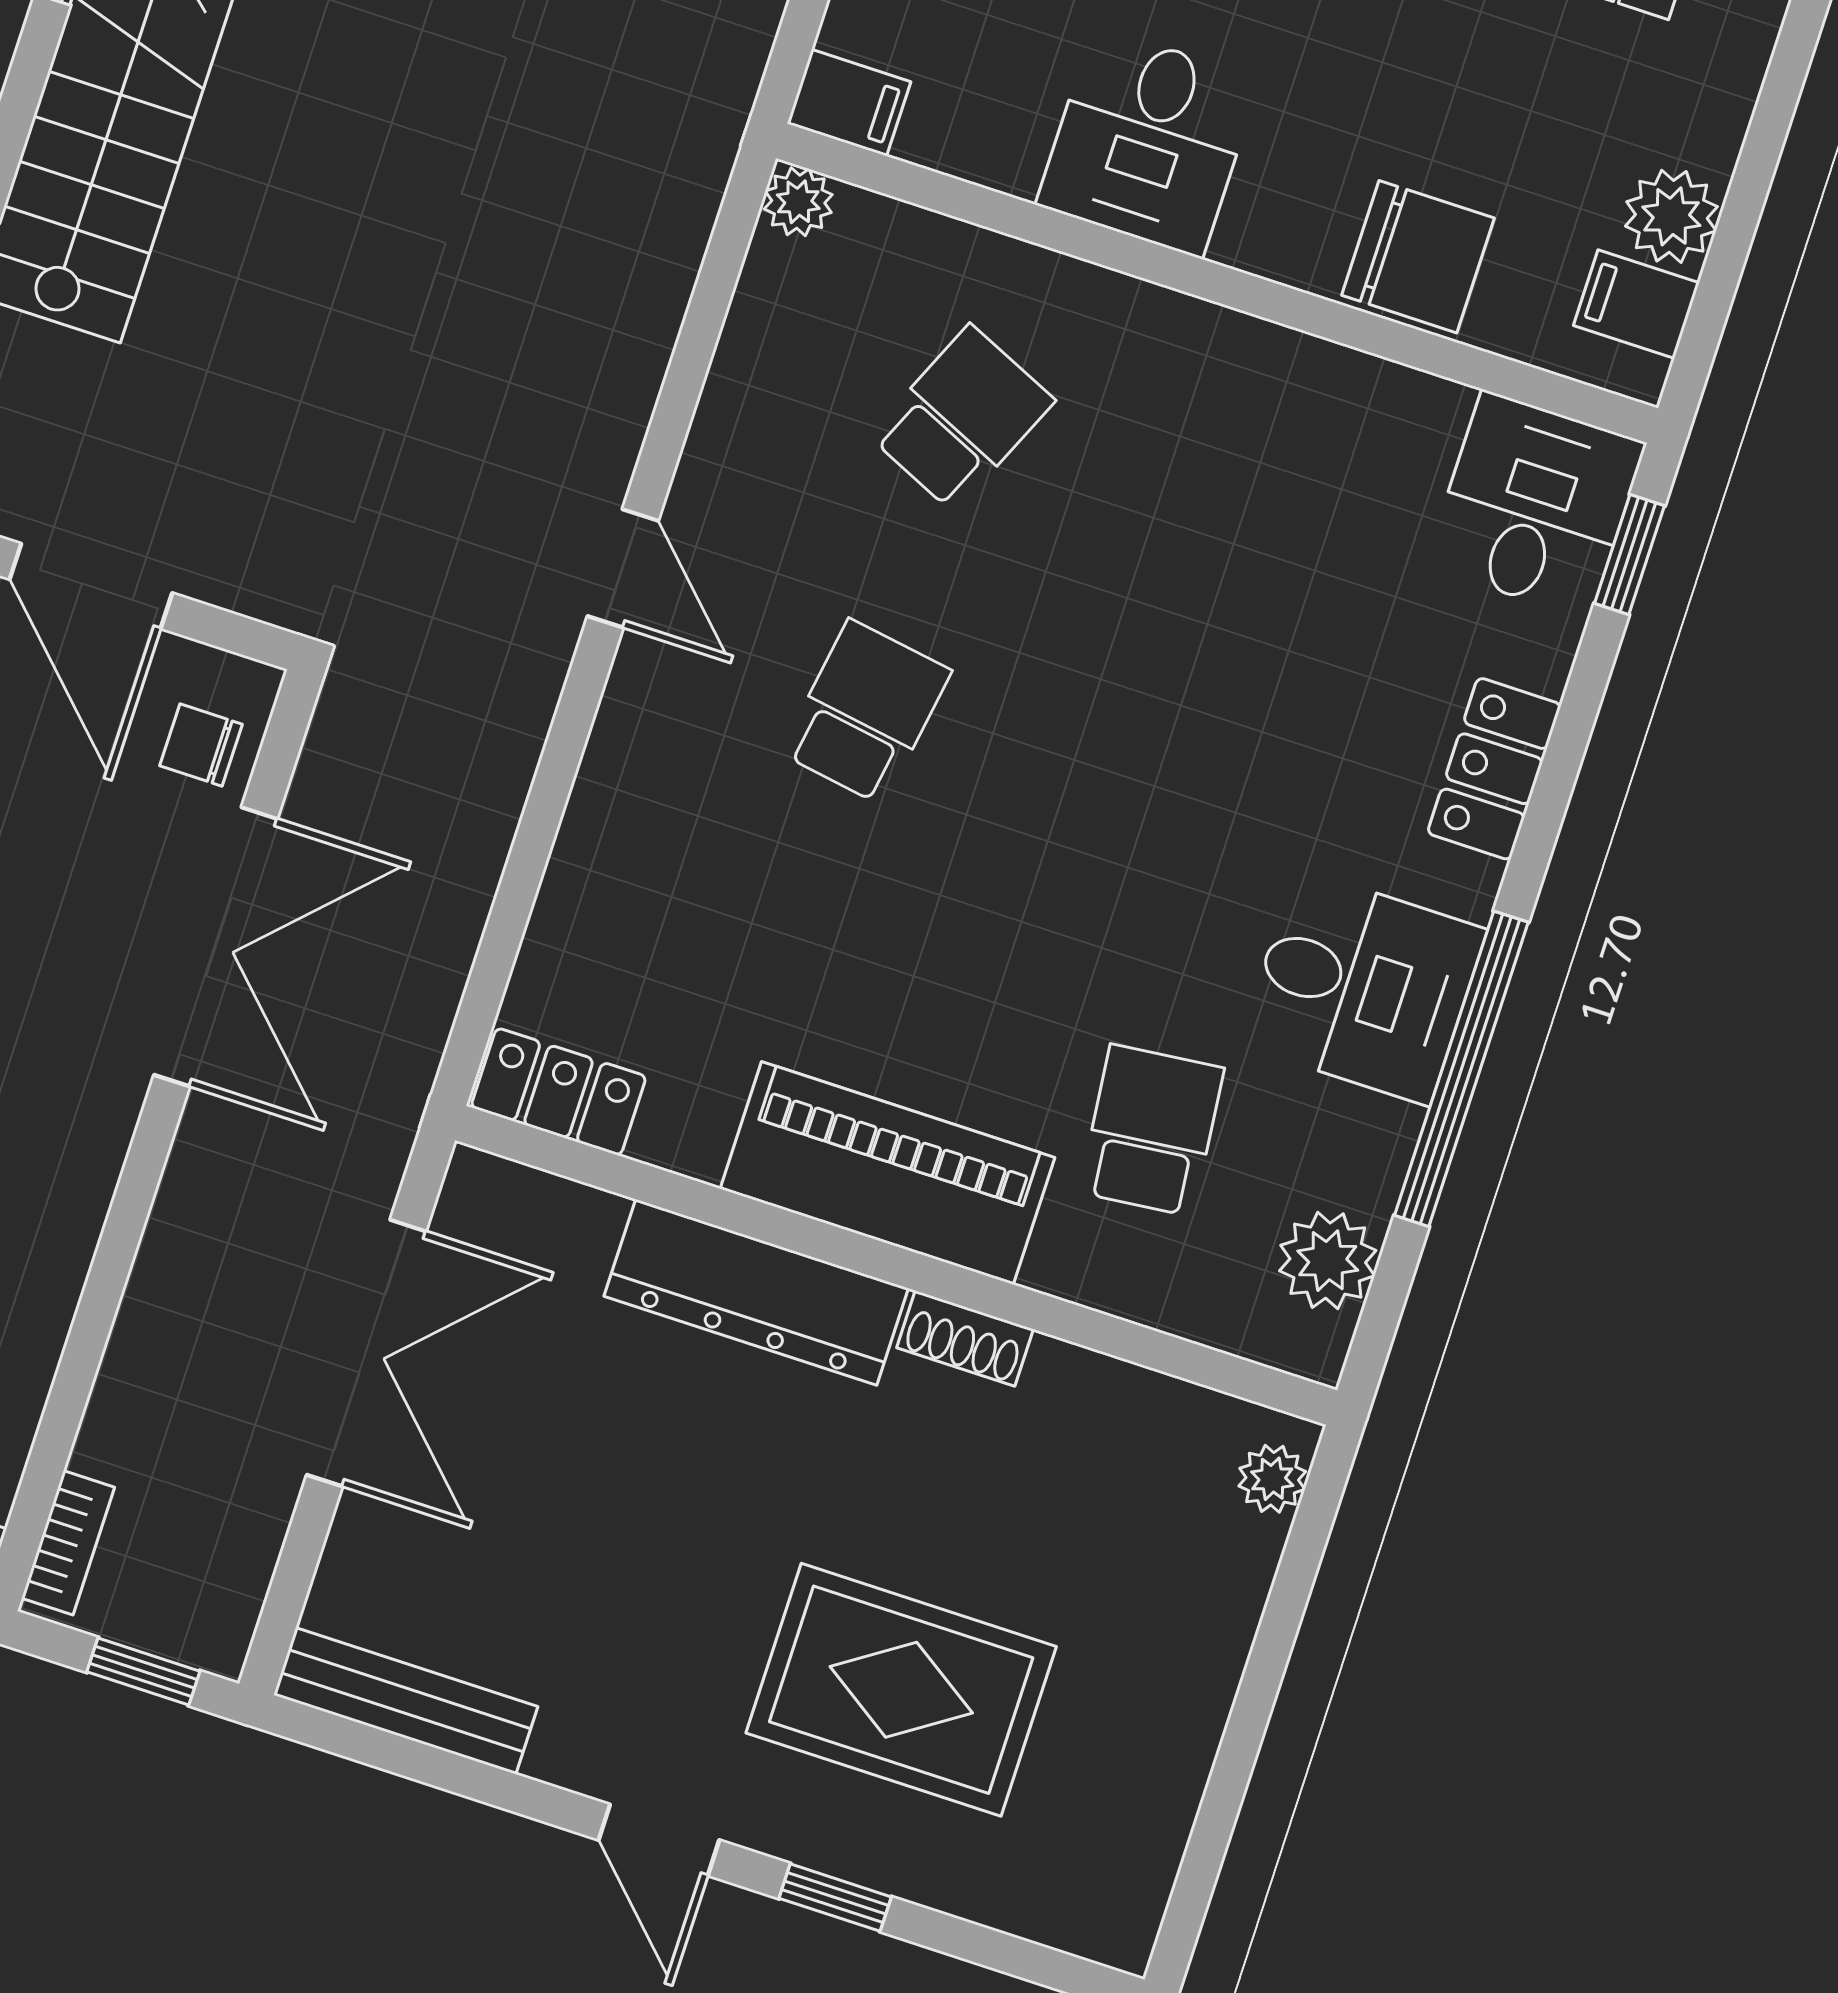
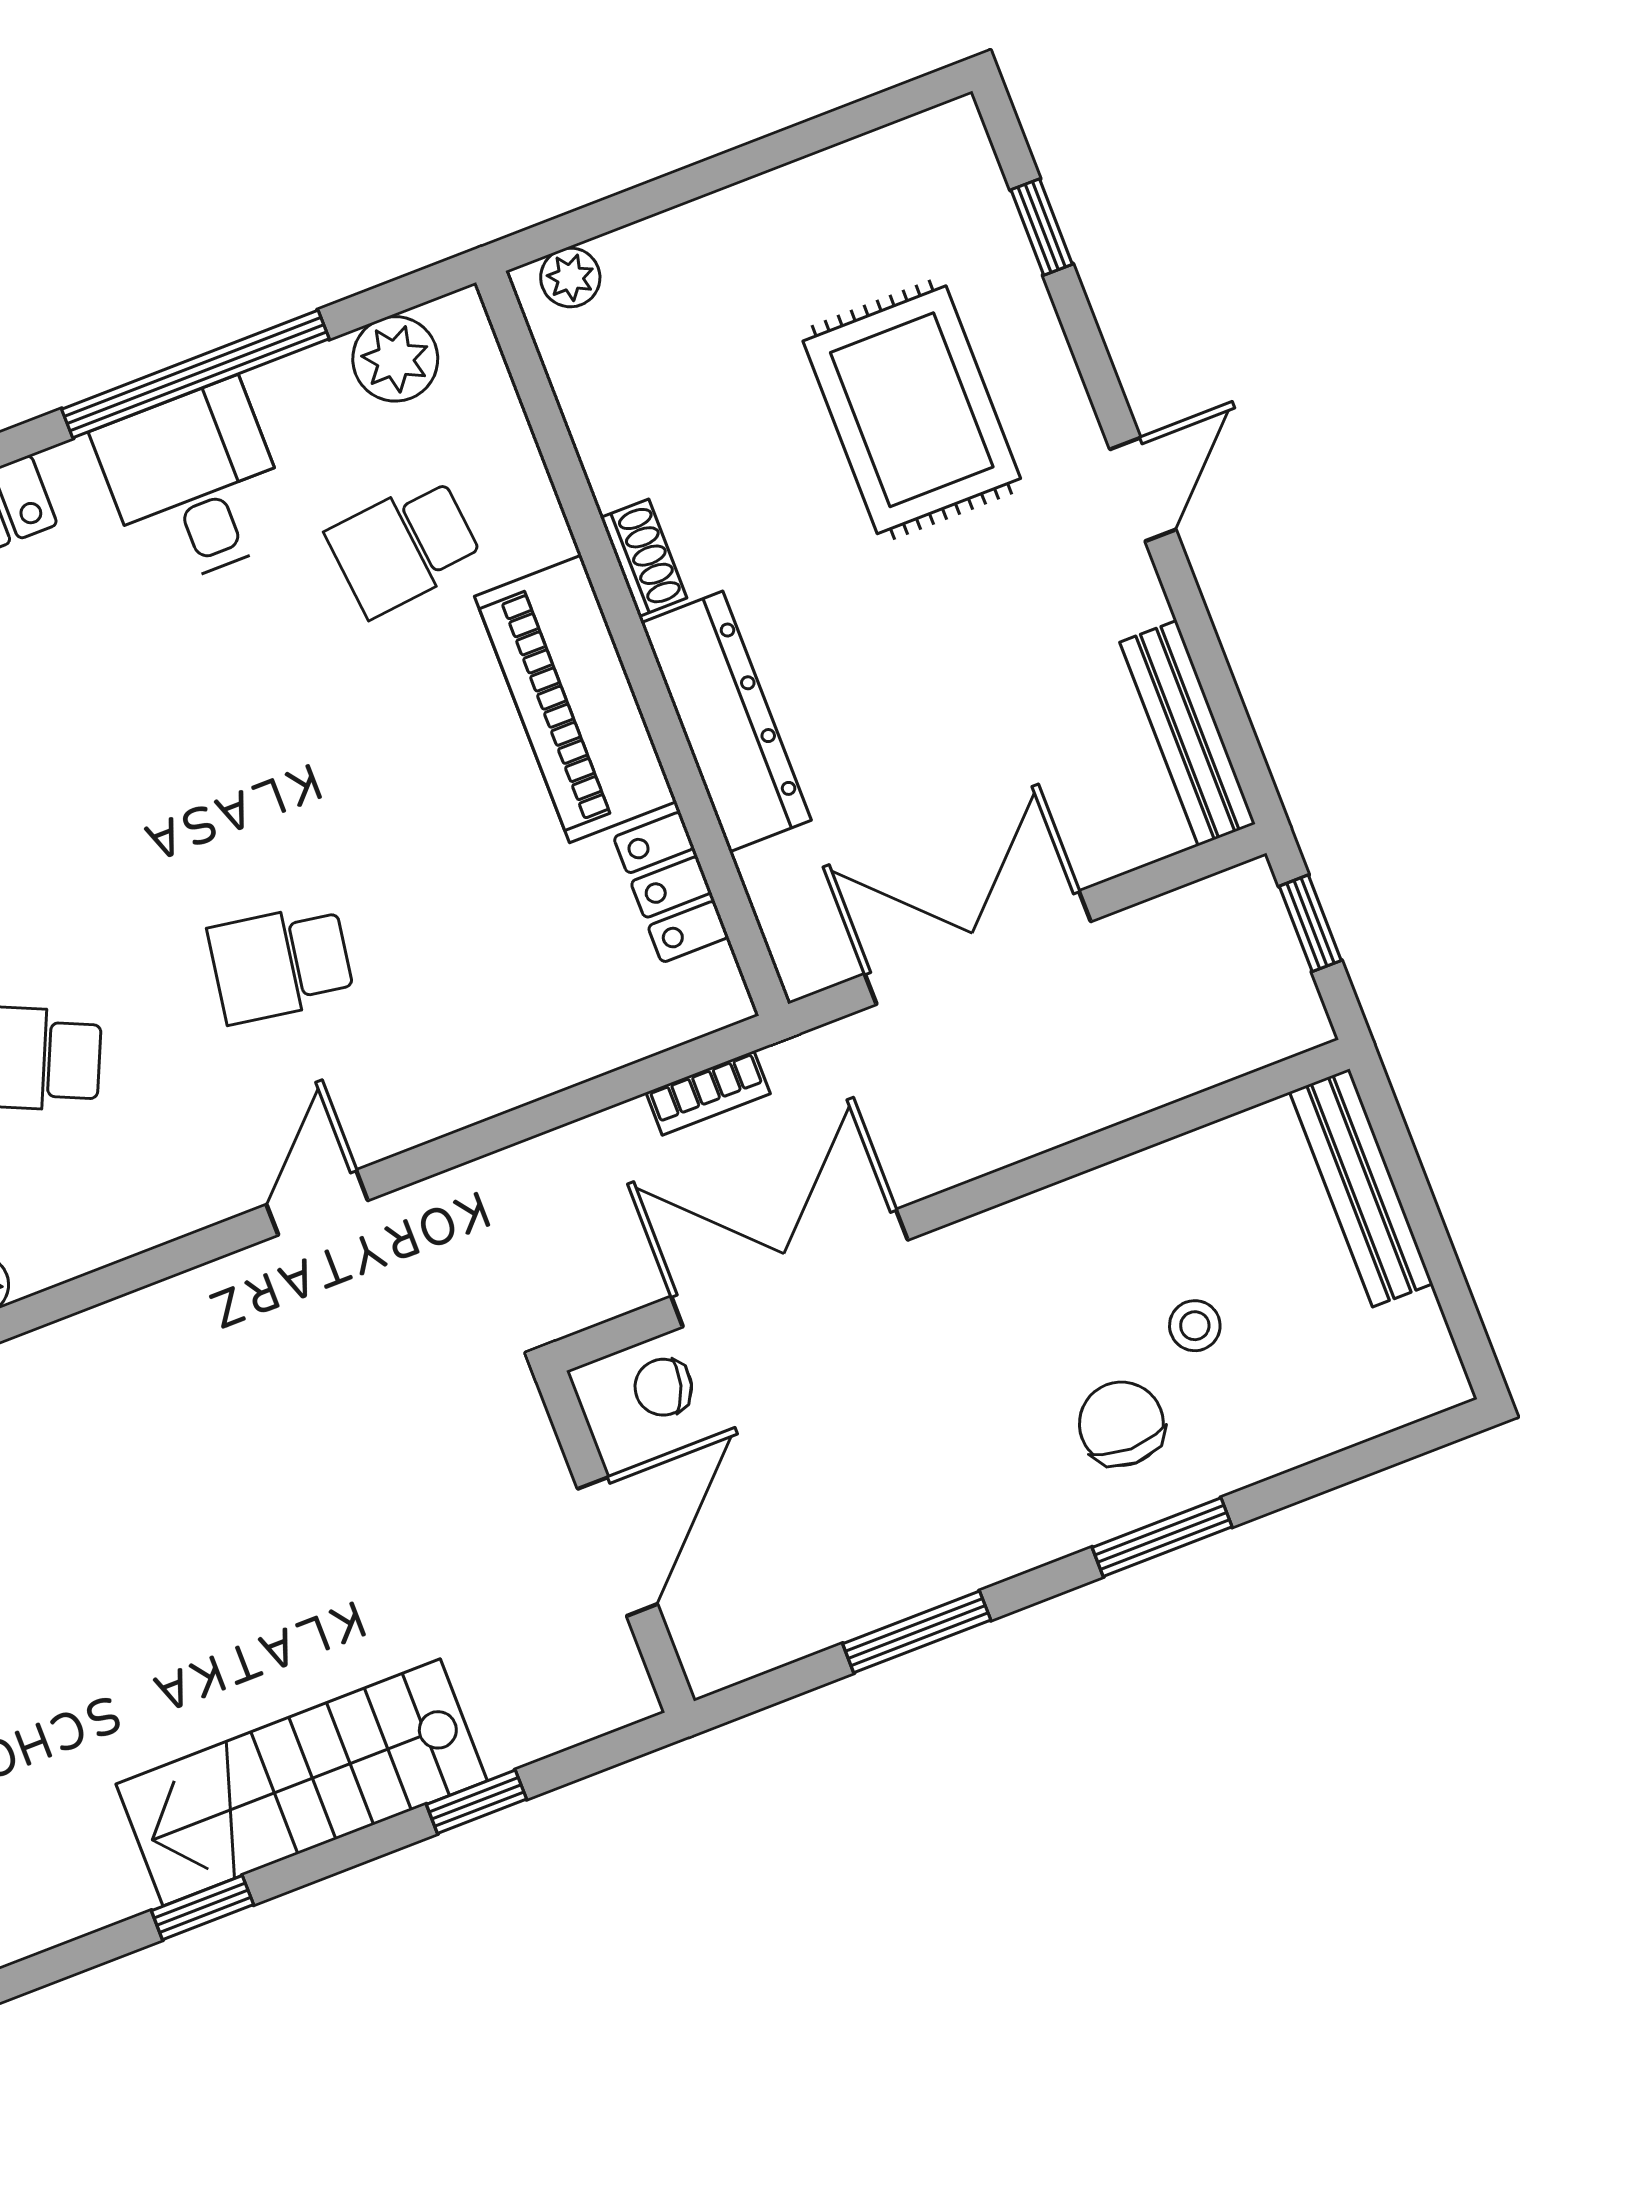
chair: (201, 745) -> (663, 1387), turned 106
locker: (559, 1092) -> (671, 887), moved
bookcase: (68, 1543) -> (708, 1093), moved, turned 180
window: (835, 1898) -> (1042, 227), moved

